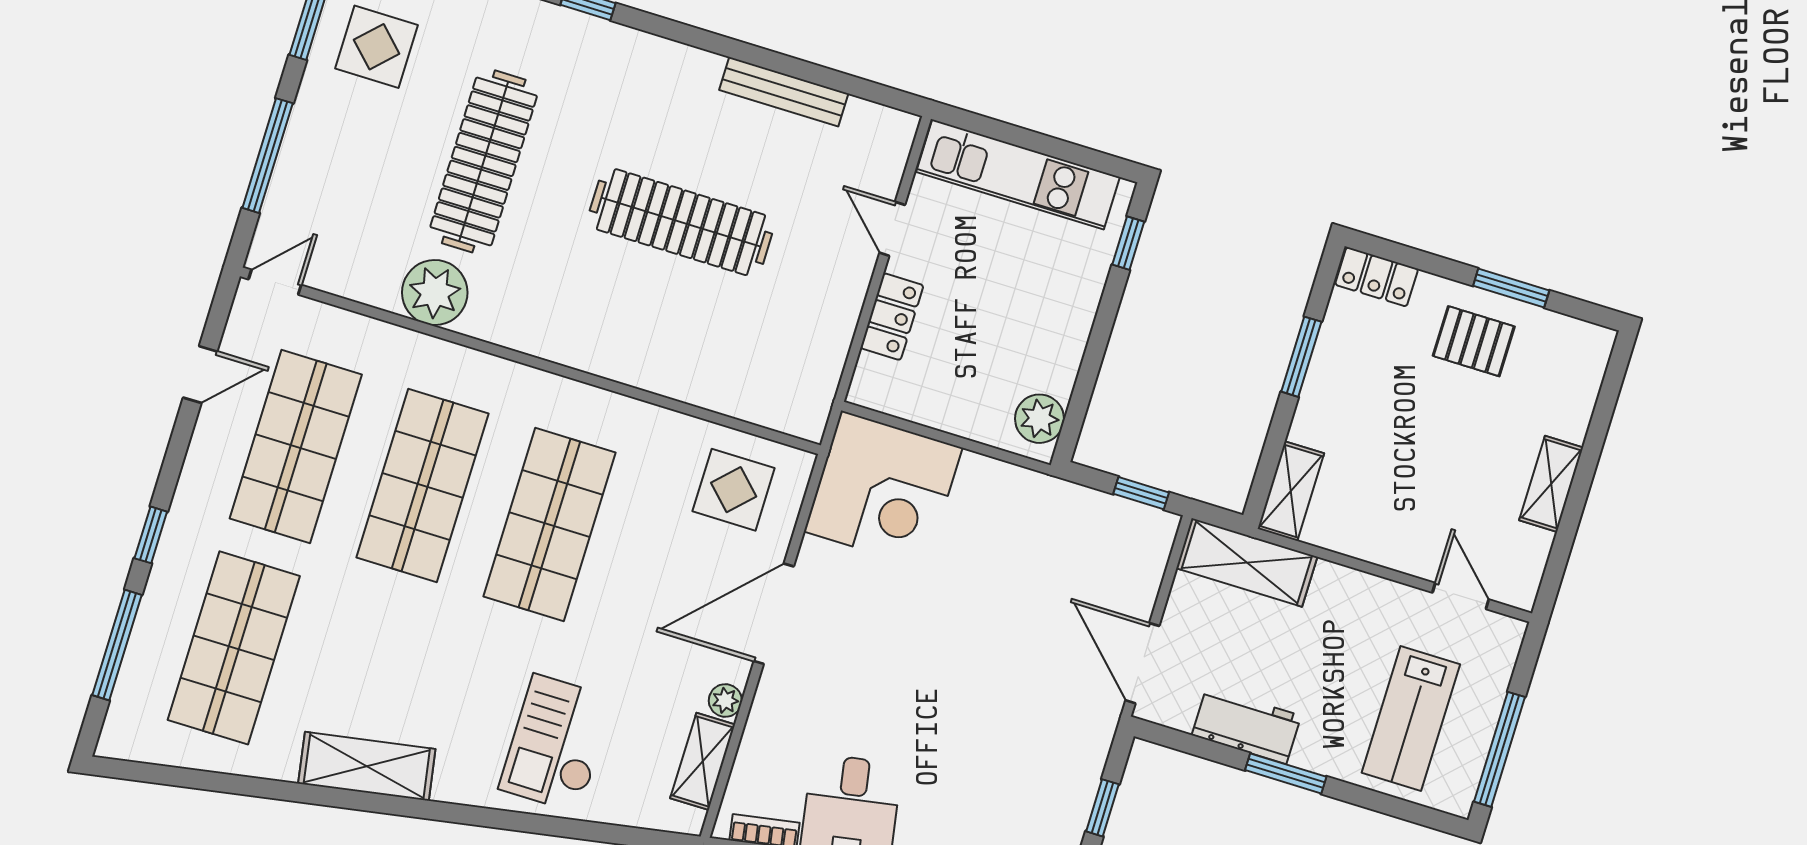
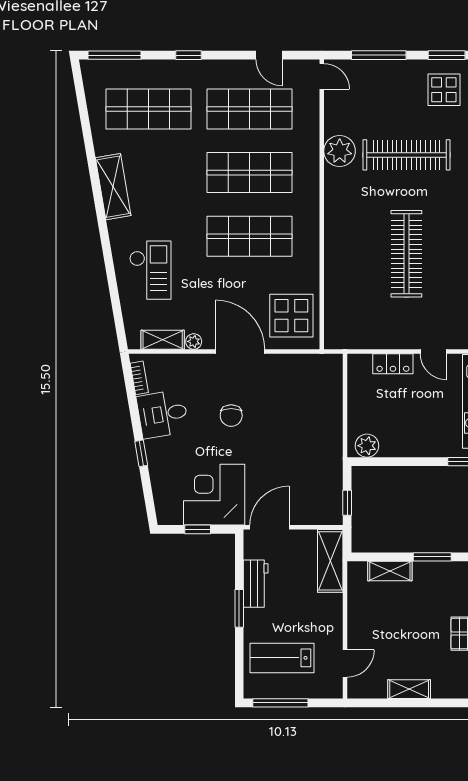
door: (892, 229) -> (433, 351), swing flipped
display table: (734, 490) -> (291, 316), width x1.36, depth x1.36
corner desk: (883, 490) -> (214, 495), moved, turned 90
shelving: (1291, 491) -> (390, 571), moved
window: (117, 645) -> (115, 55), moved
chair: (896, 671) -> (231, 416), added
checkout: (556, 743) -> (150, 270), turned 90

